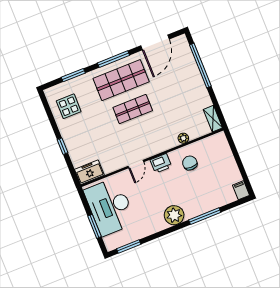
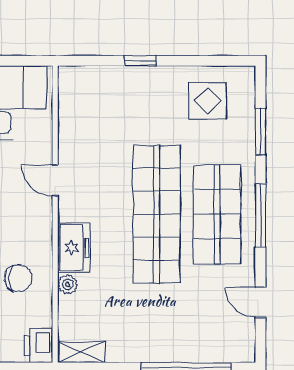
door: (155, 42) -> (260, 302), width x0.53
shop shelf: (133, 109) -> (157, 214), width x2.00, depth x1.36
printer: (161, 163) -> (38, 345), moved
freezer: (89, 172) -> (74, 248), moved

